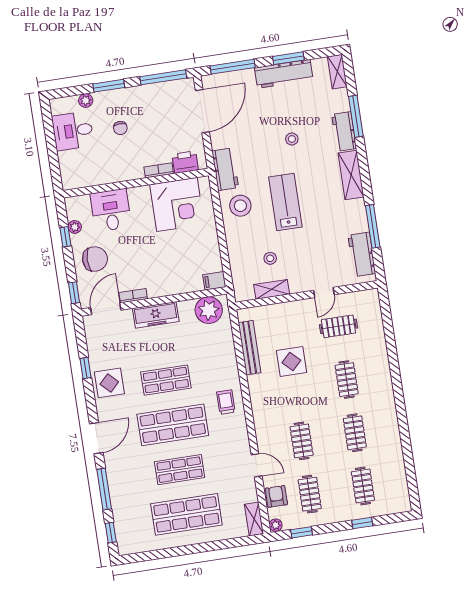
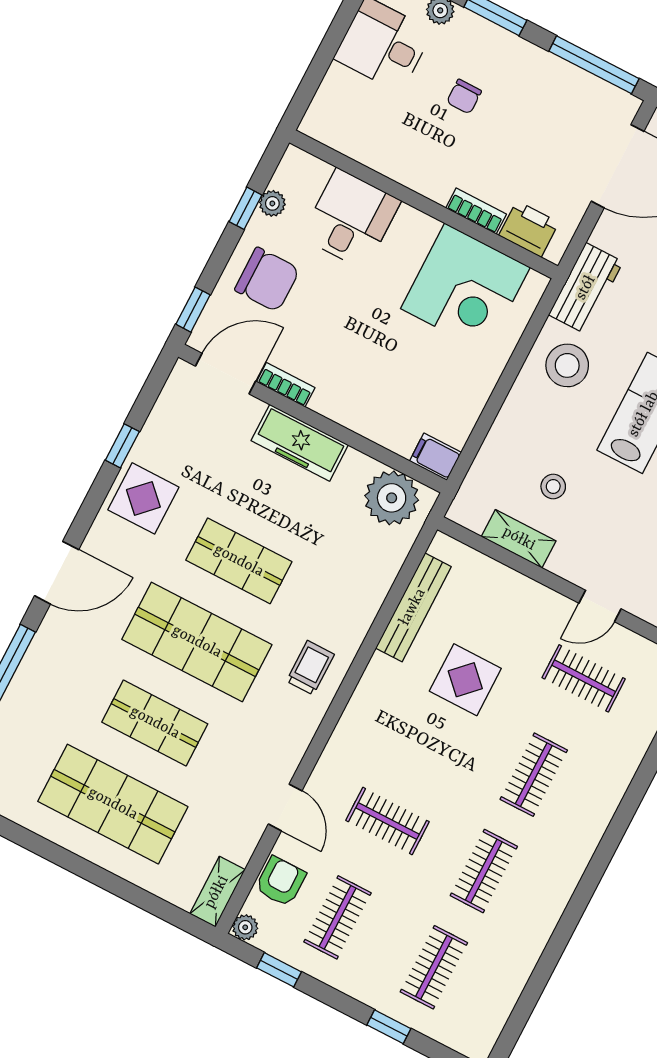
clothes rail: (302, 441) -> (387, 821), turned 90

